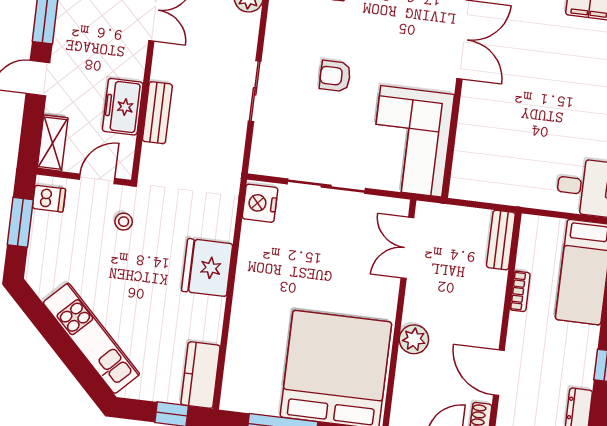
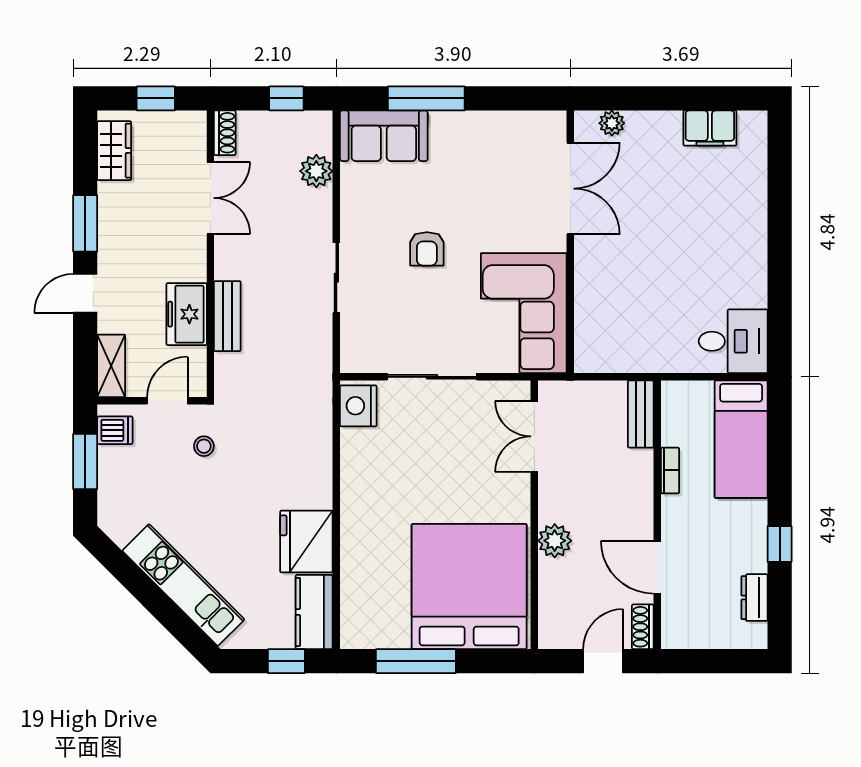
armchair: (335, 76) -> (427, 249), turned -90
fridge: (207, 268) -> (306, 541), moved

